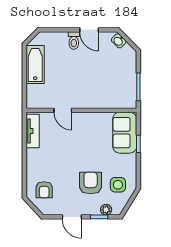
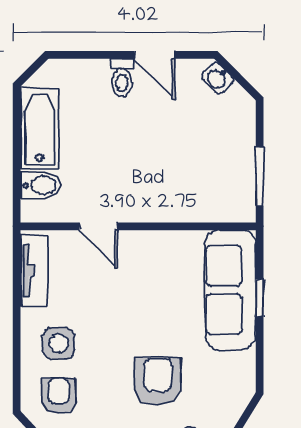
bidet: (36, 91) -> (40, 185), added
sofa: (125, 133) -> (230, 290), width x1.36
side table: (118, 185) -> (59, 344), moved
armchair: (44, 190) -> (59, 396), turned 180

